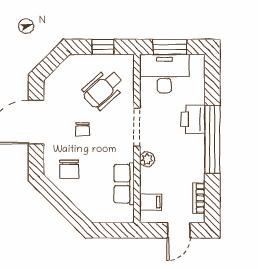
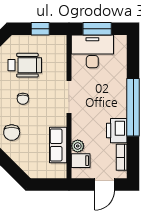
wheelchair: (103, 89) -> (25, 65), moved, turned -138
printer: (193, 119) -> (117, 131), moved
plant: (147, 159) -> (78, 146), moved

